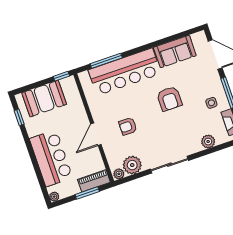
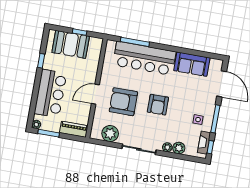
window: (61, 76) -> (80, 32), moved
armchair: (169, 99) -> (158, 105), moved
window: (19, 117) -> (41, 61), moved
armchair: (128, 126) -> (123, 102), width x1.88, depth x1.88
plant: (119, 174) -> (167, 147), moved
window: (87, 193) -> (49, 133), moved

